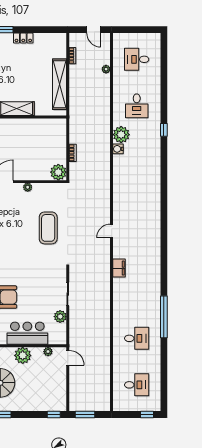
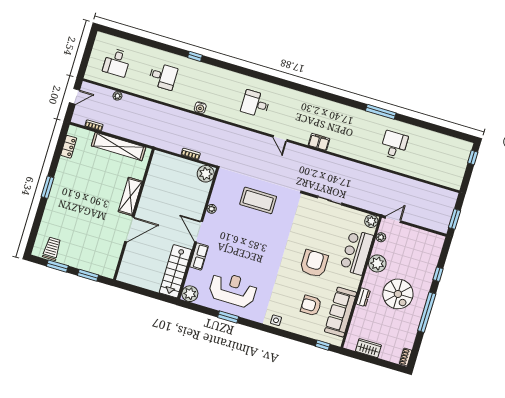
locker: (23, 38) -> (69, 147), moved
plant: (121, 135) -> (187, 100), removed
plant: (60, 317) -> (371, 221), moved
window: (164, 317) -> (381, 112), width x0.68
desk: (137, 385) -> (255, 104), moved, turned -90
window: (54, 415) -> (438, 274), moved

